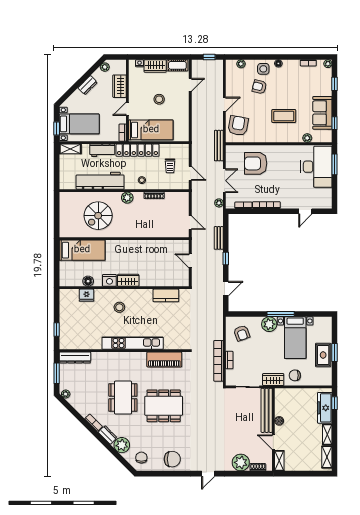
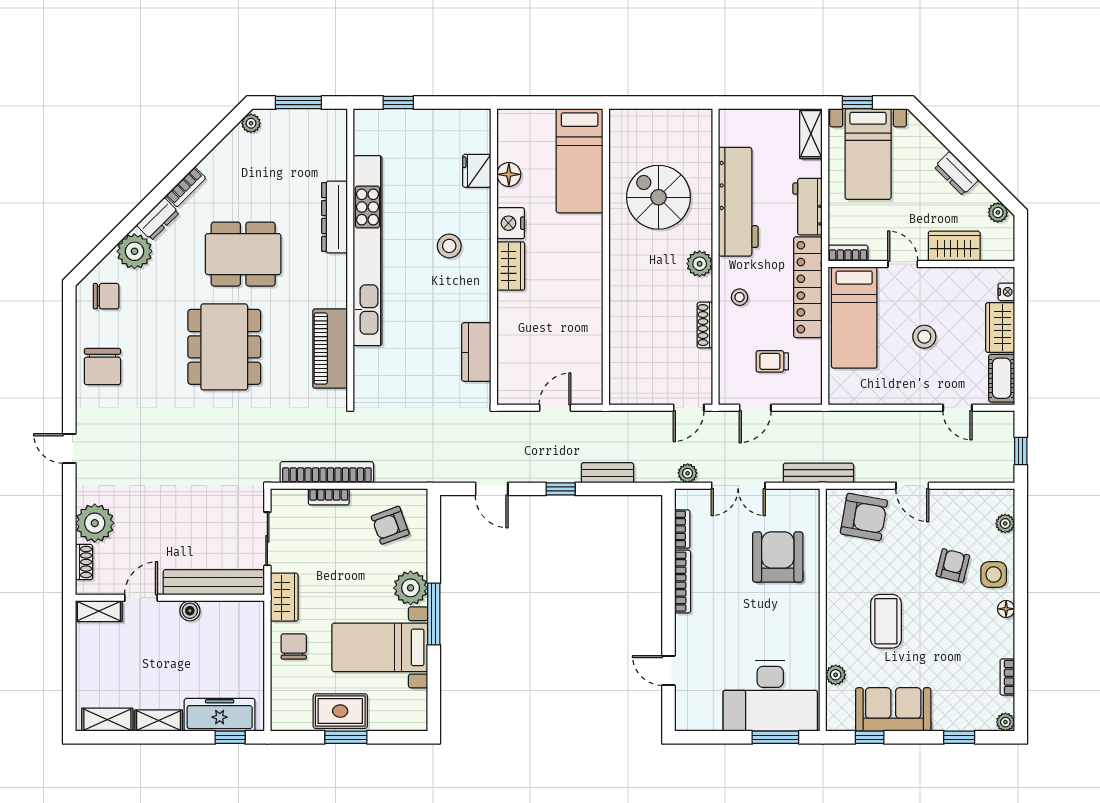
door: (190, 223) -> (689, 408), moved
kitchen unit: (133, 343) -> (367, 251), width x1.36
dresser: (75, 358) -> (334, 217), moved

